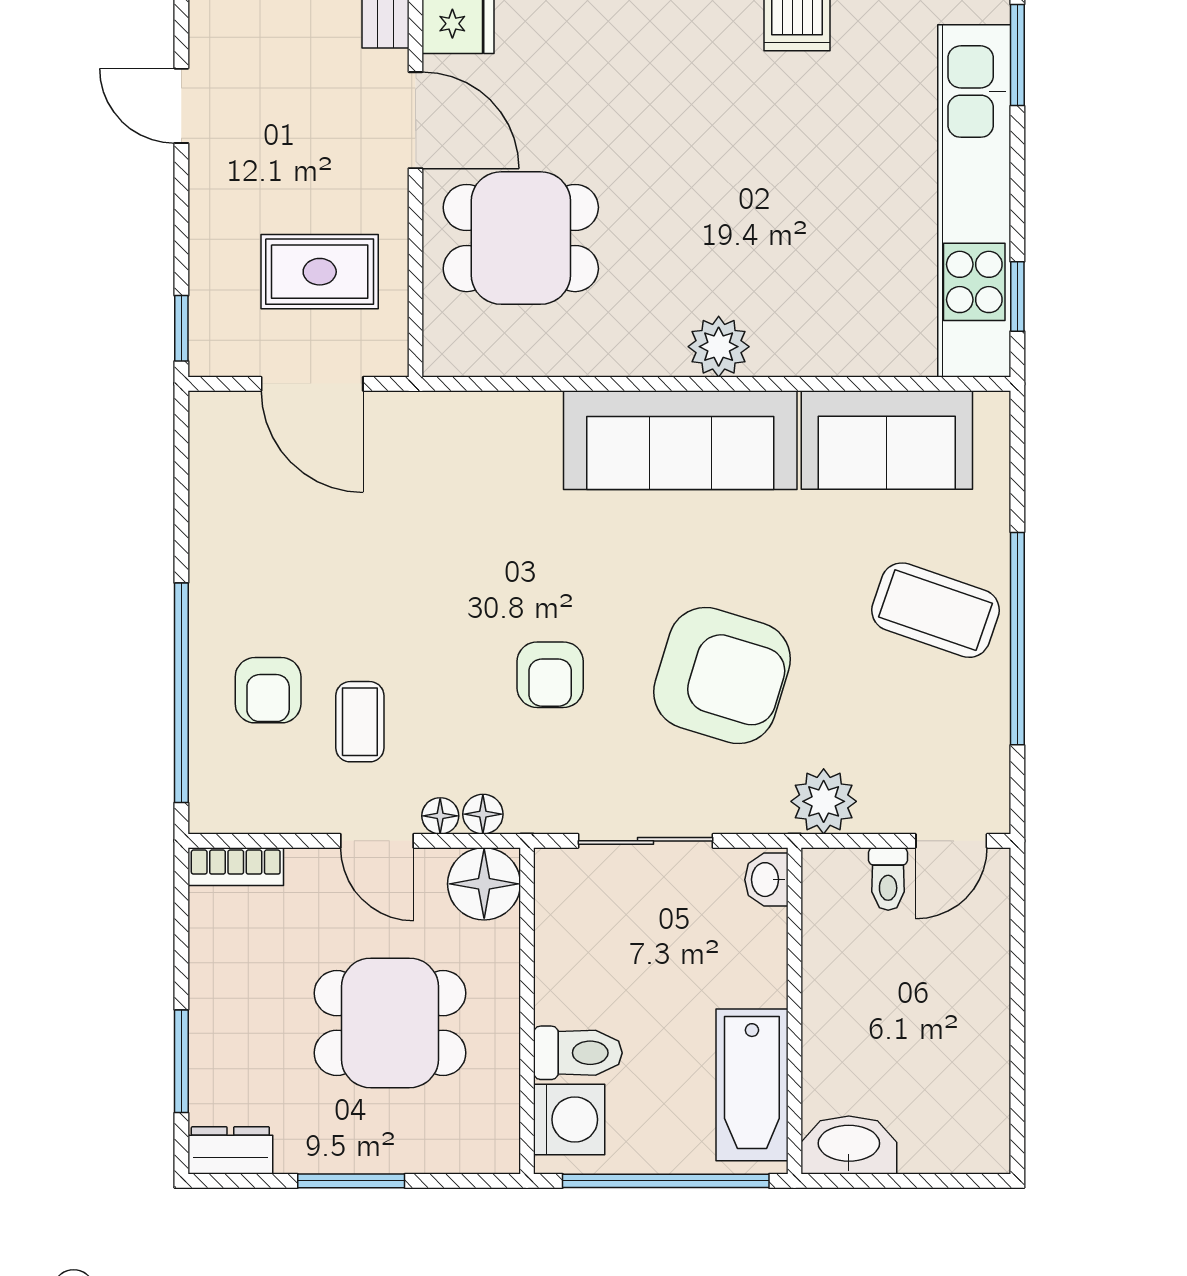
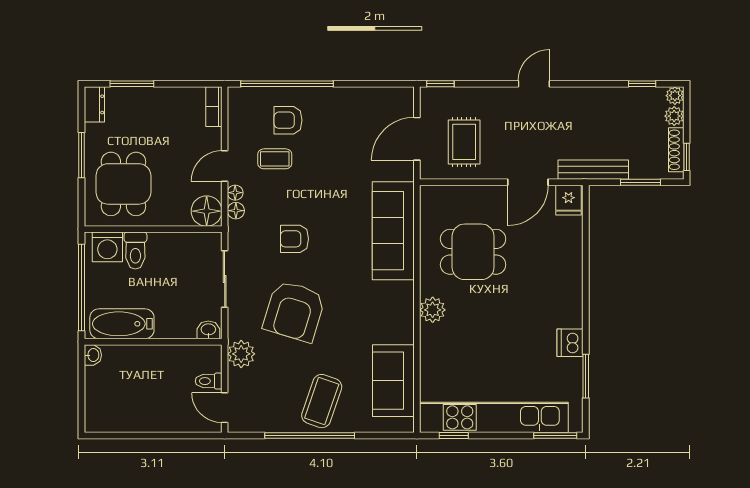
dining table: (521, 238) -> (473, 252), moved, turned 90
sofa: (680, 440) -> (393, 231), moved
dining table: (390, 1023) -> (123, 184), moved
washbasin: (849, 1145) -> (93, 355), width x0.52, depth x0.69

